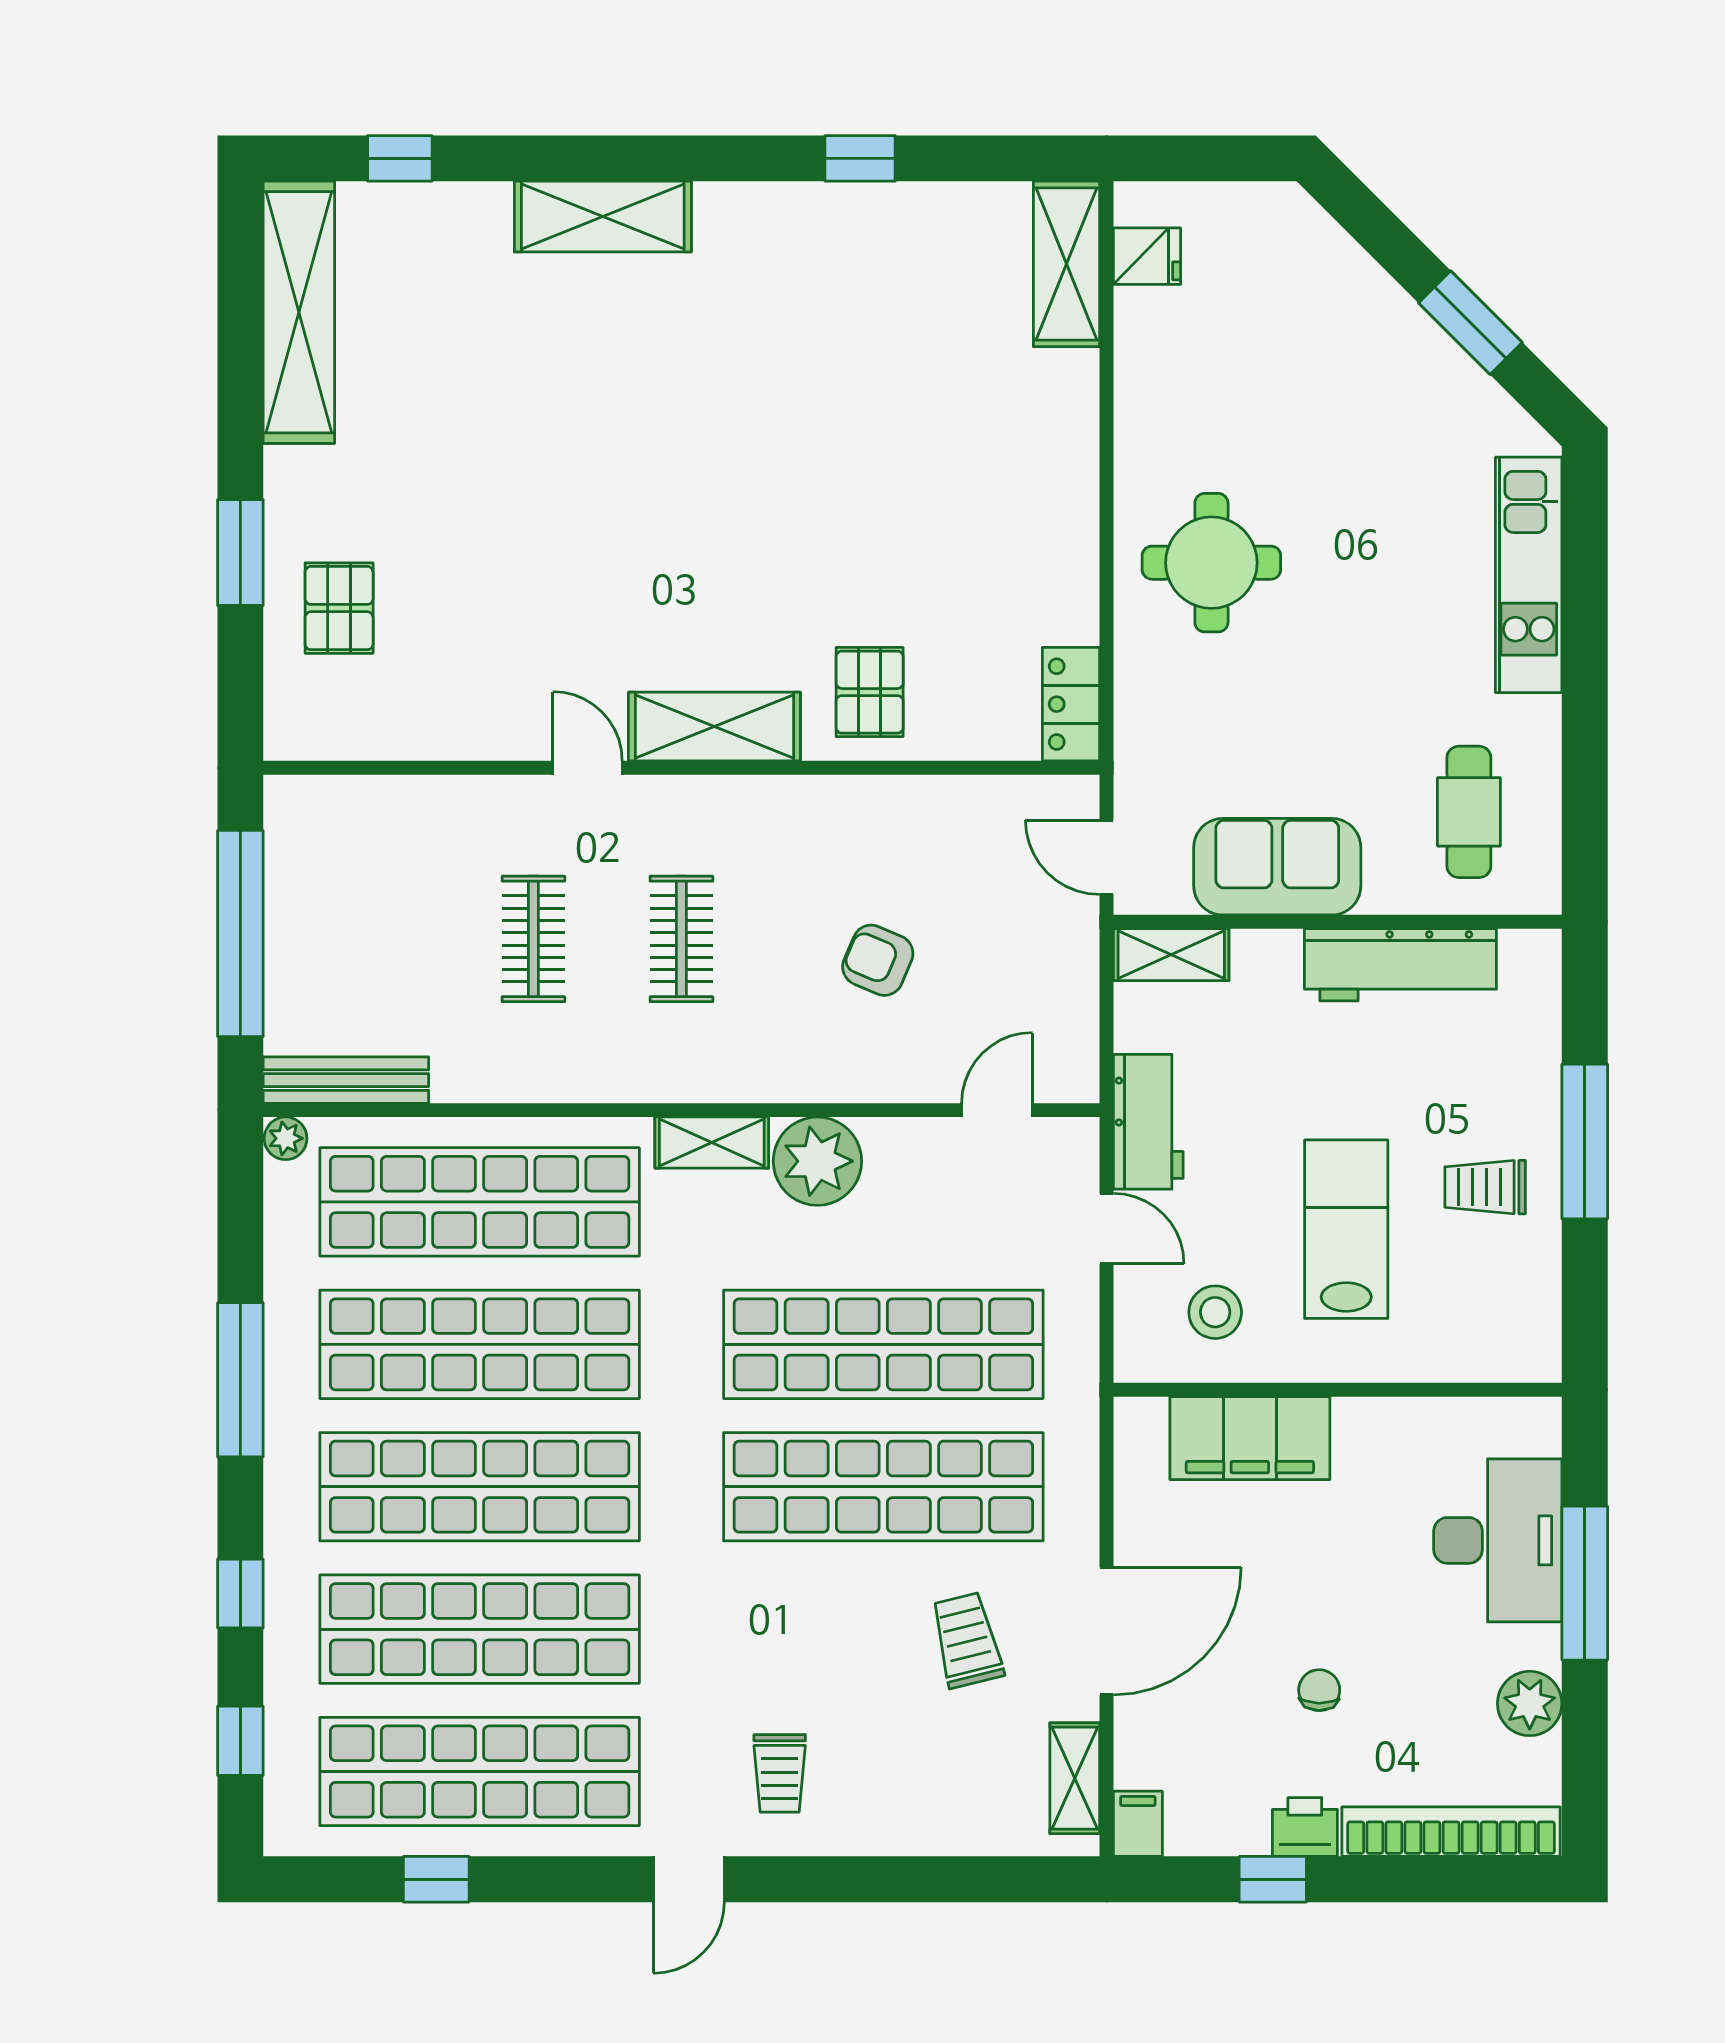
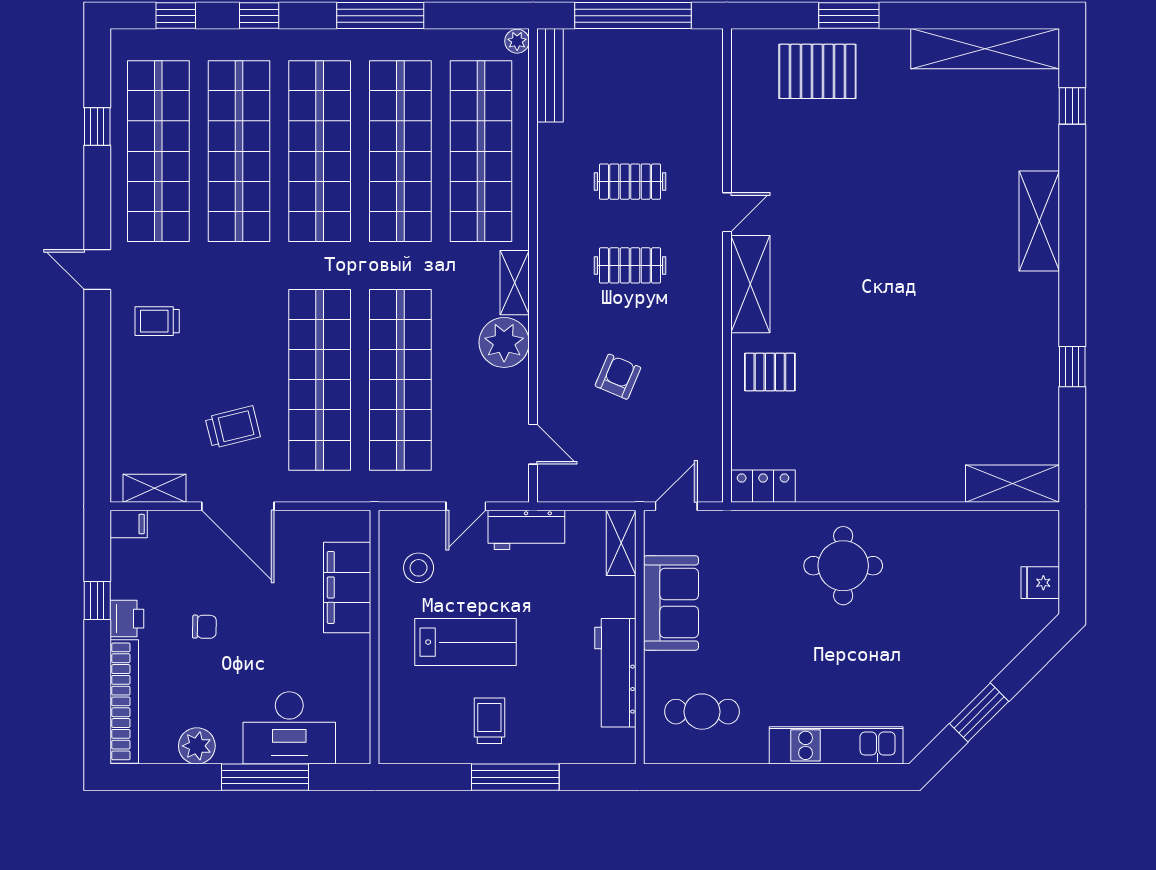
fridge: (1147, 256) -> (1040, 583), moved, turned 90
pallet: (339, 608) -> (817, 71), width x1.50, depth x1.42

